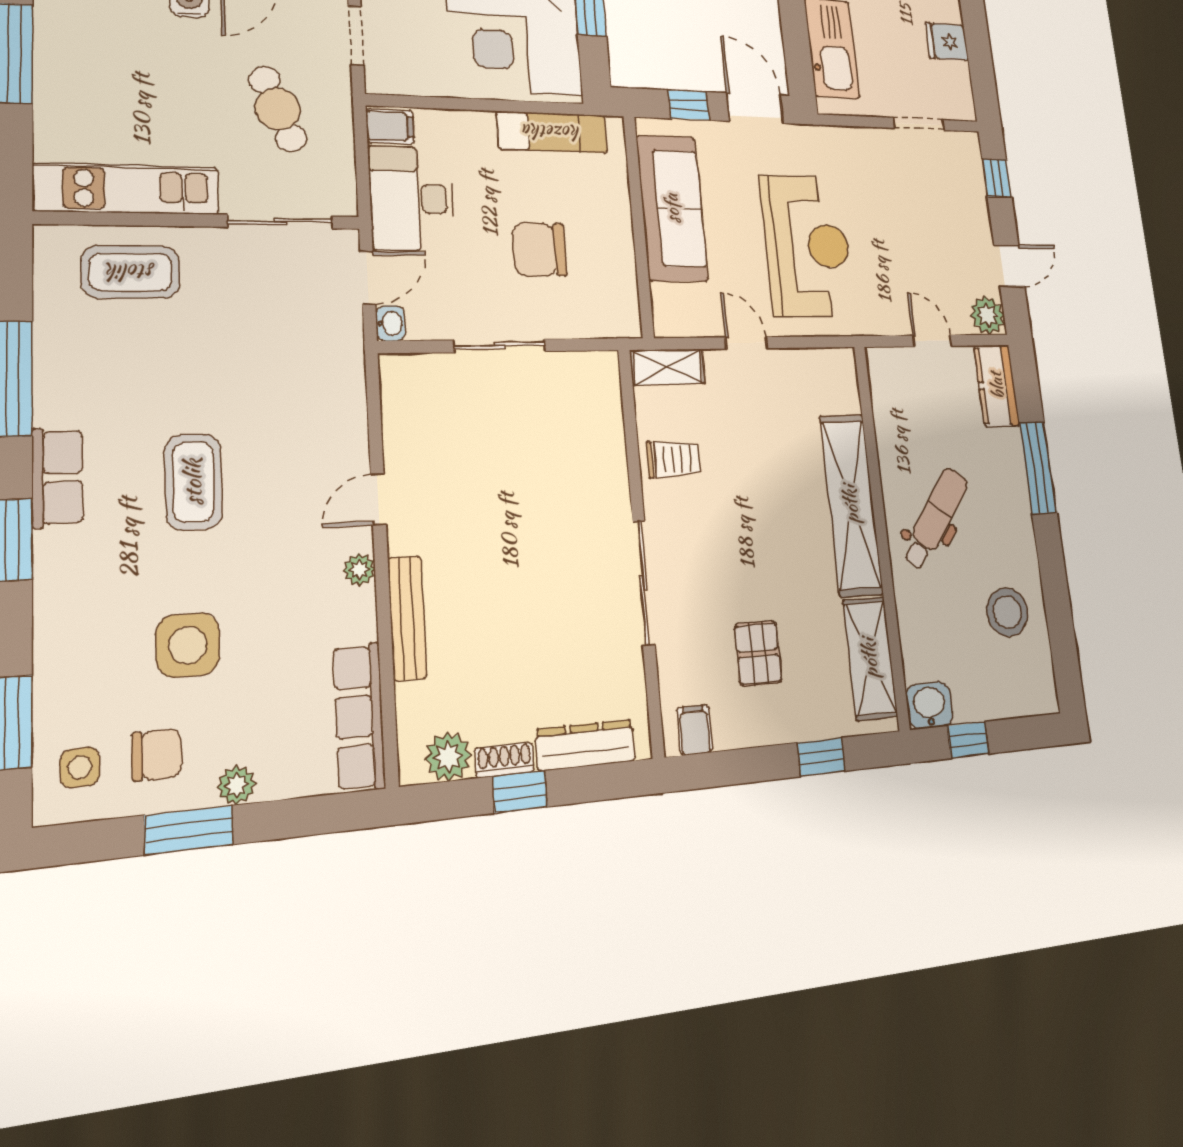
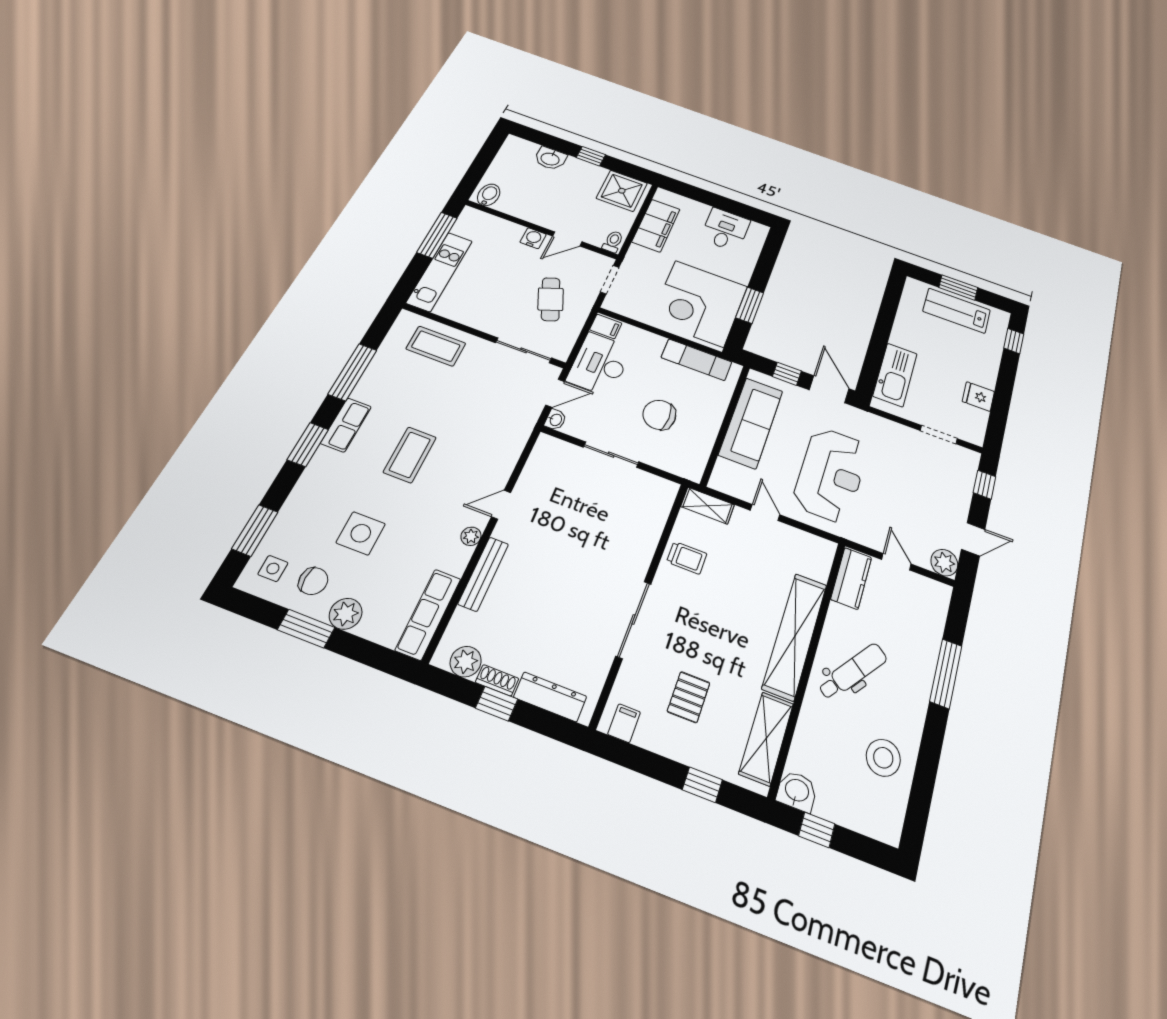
kitchen unit: (127, 189) -> (440, 272), moved, turned 90
kitchen counter: (997, 385) -> (851, 578), moved, turned 180
plant: (236, 785) -> (346, 614), width x1.38, depth x1.38

